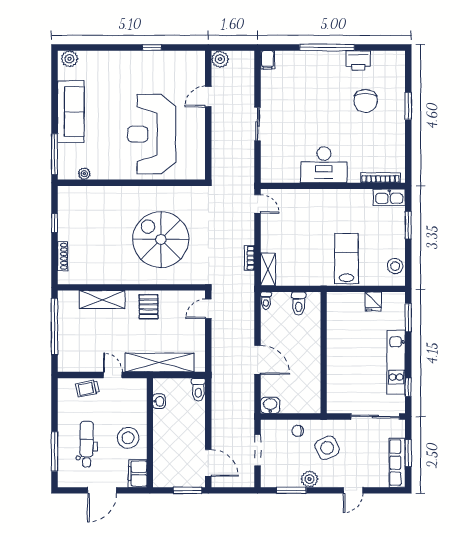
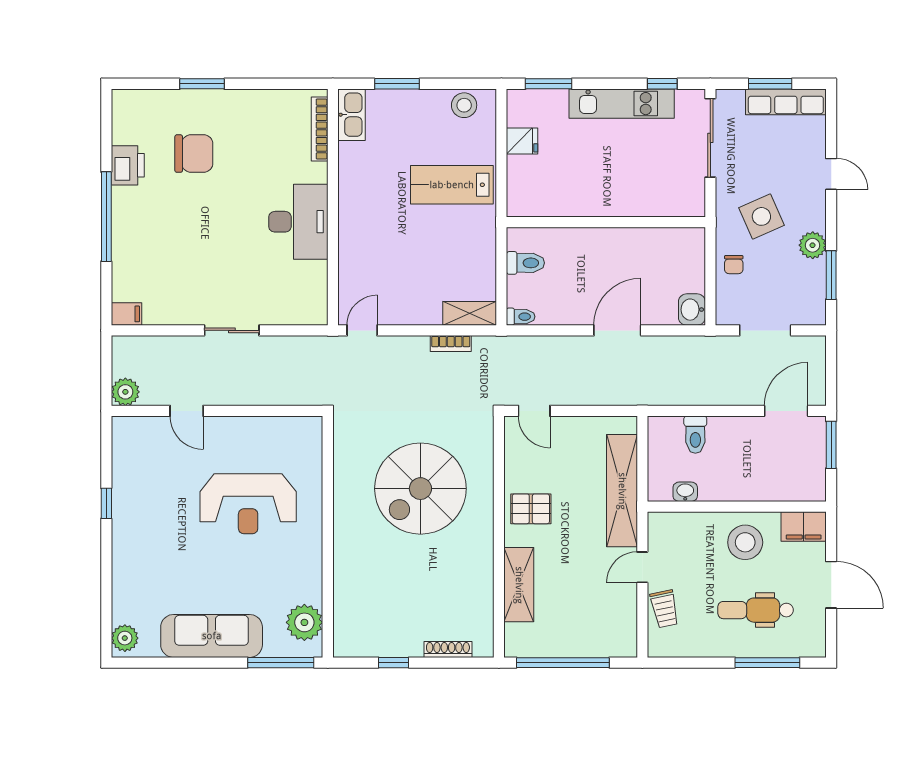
reception desk: (152, 134) -> (248, 504), width x0.74, depth x0.77
plant: (84, 174) -> (304, 622), width x1.88, depth x1.88
toilet: (198, 390) -> (695, 435), moved, turned 90

